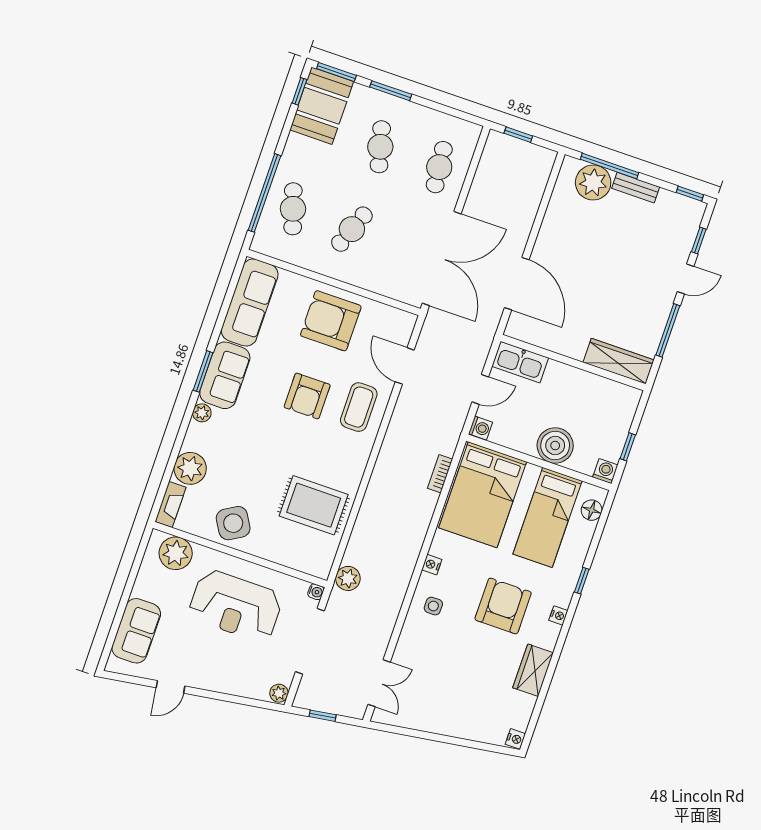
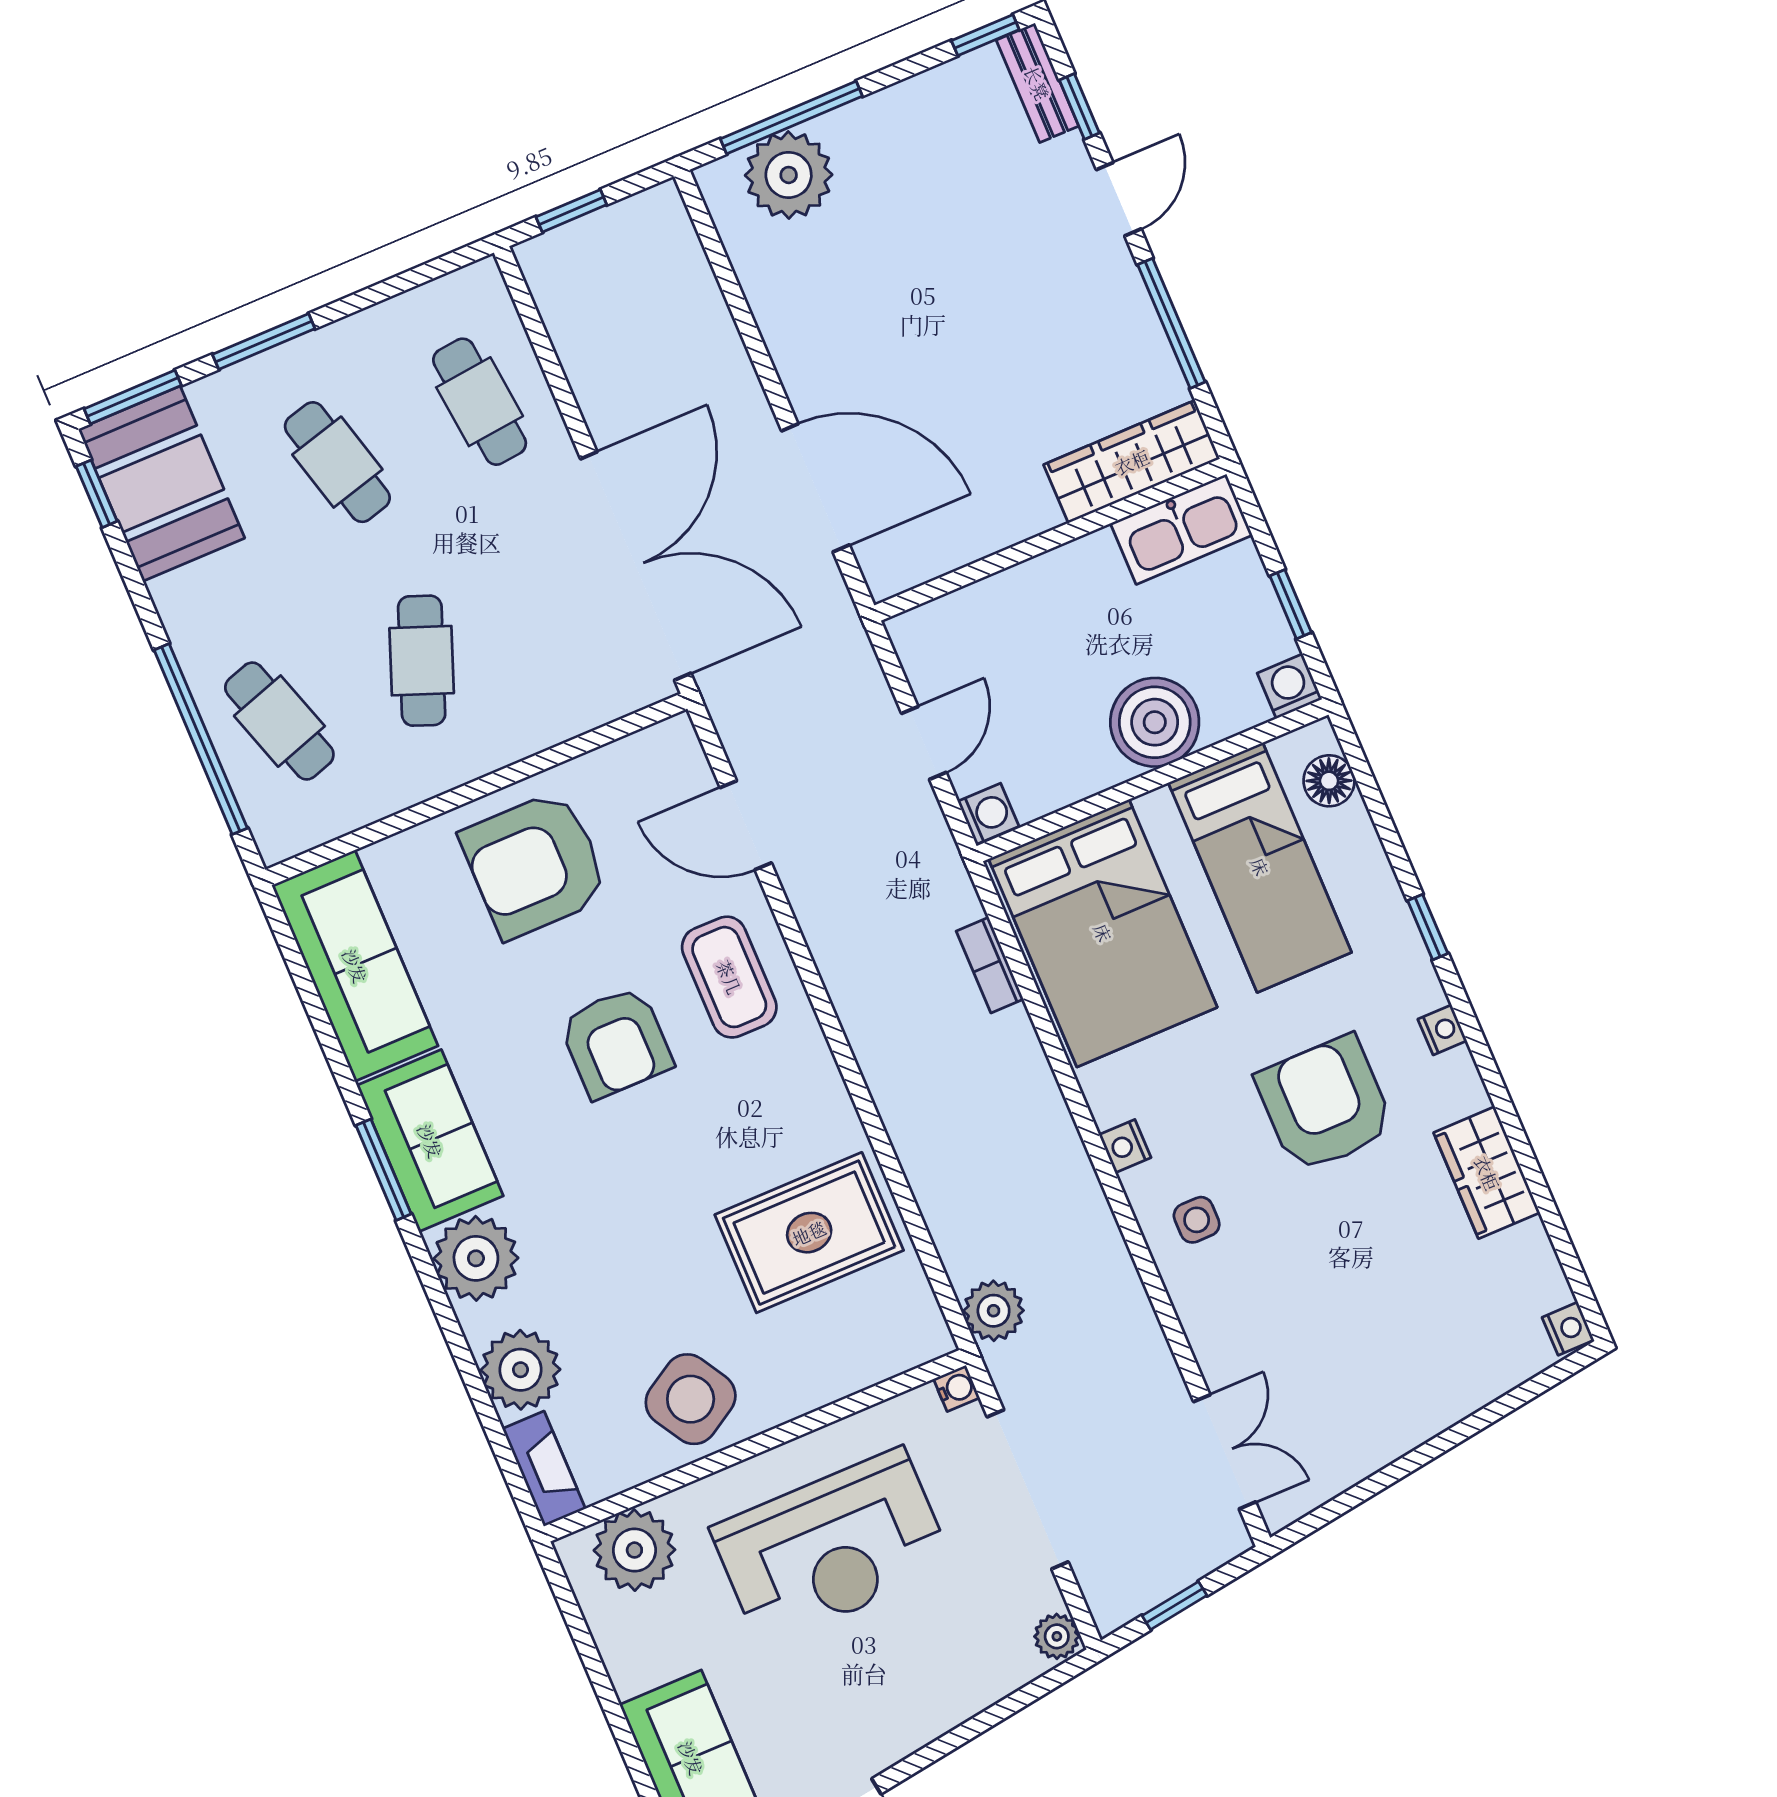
bench: (636, 188) -> (1037, 83), moved, turned 90
kitchen sink: (520, 362) -> (1181, 529), moved
plant: (202, 413) -> (476, 1258), width x1.88, depth x1.88

